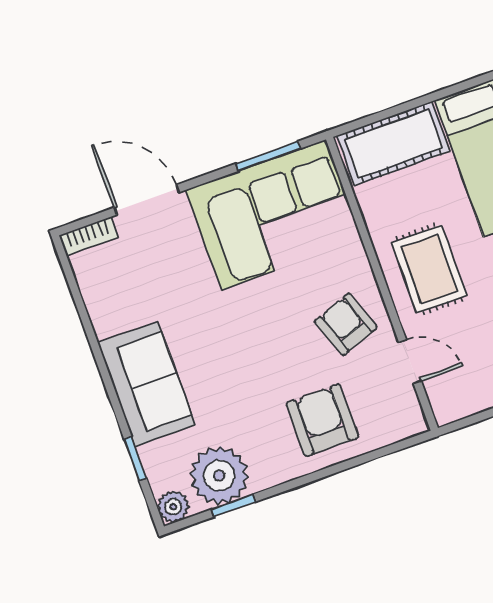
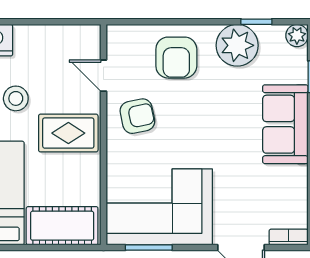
rug: (429, 269) -> (68, 133), turned 90
armchair: (346, 324) -> (137, 116), turned -82
plant: (219, 476) -> (237, 45), moved

